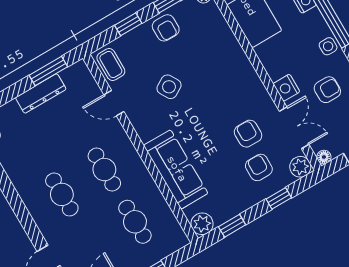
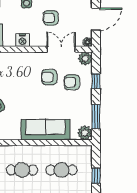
nightstand: (286, 88) -> (22, 40), moved
armchair: (327, 90) -> (51, 18), turned -90
window: (232, 226) -> (96, 117), width x1.50

